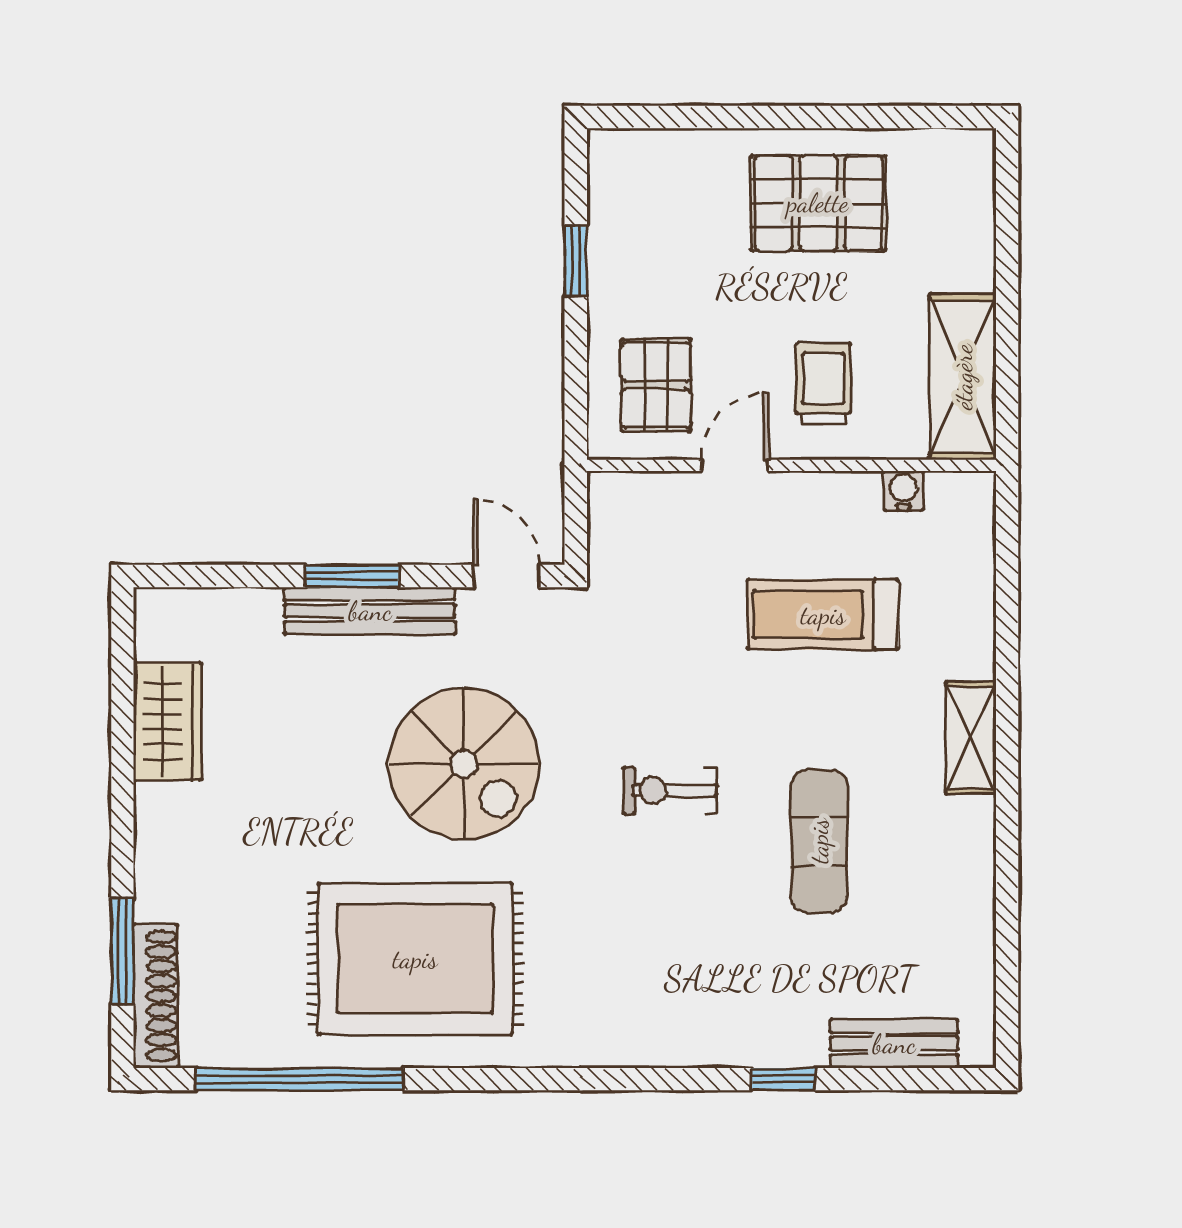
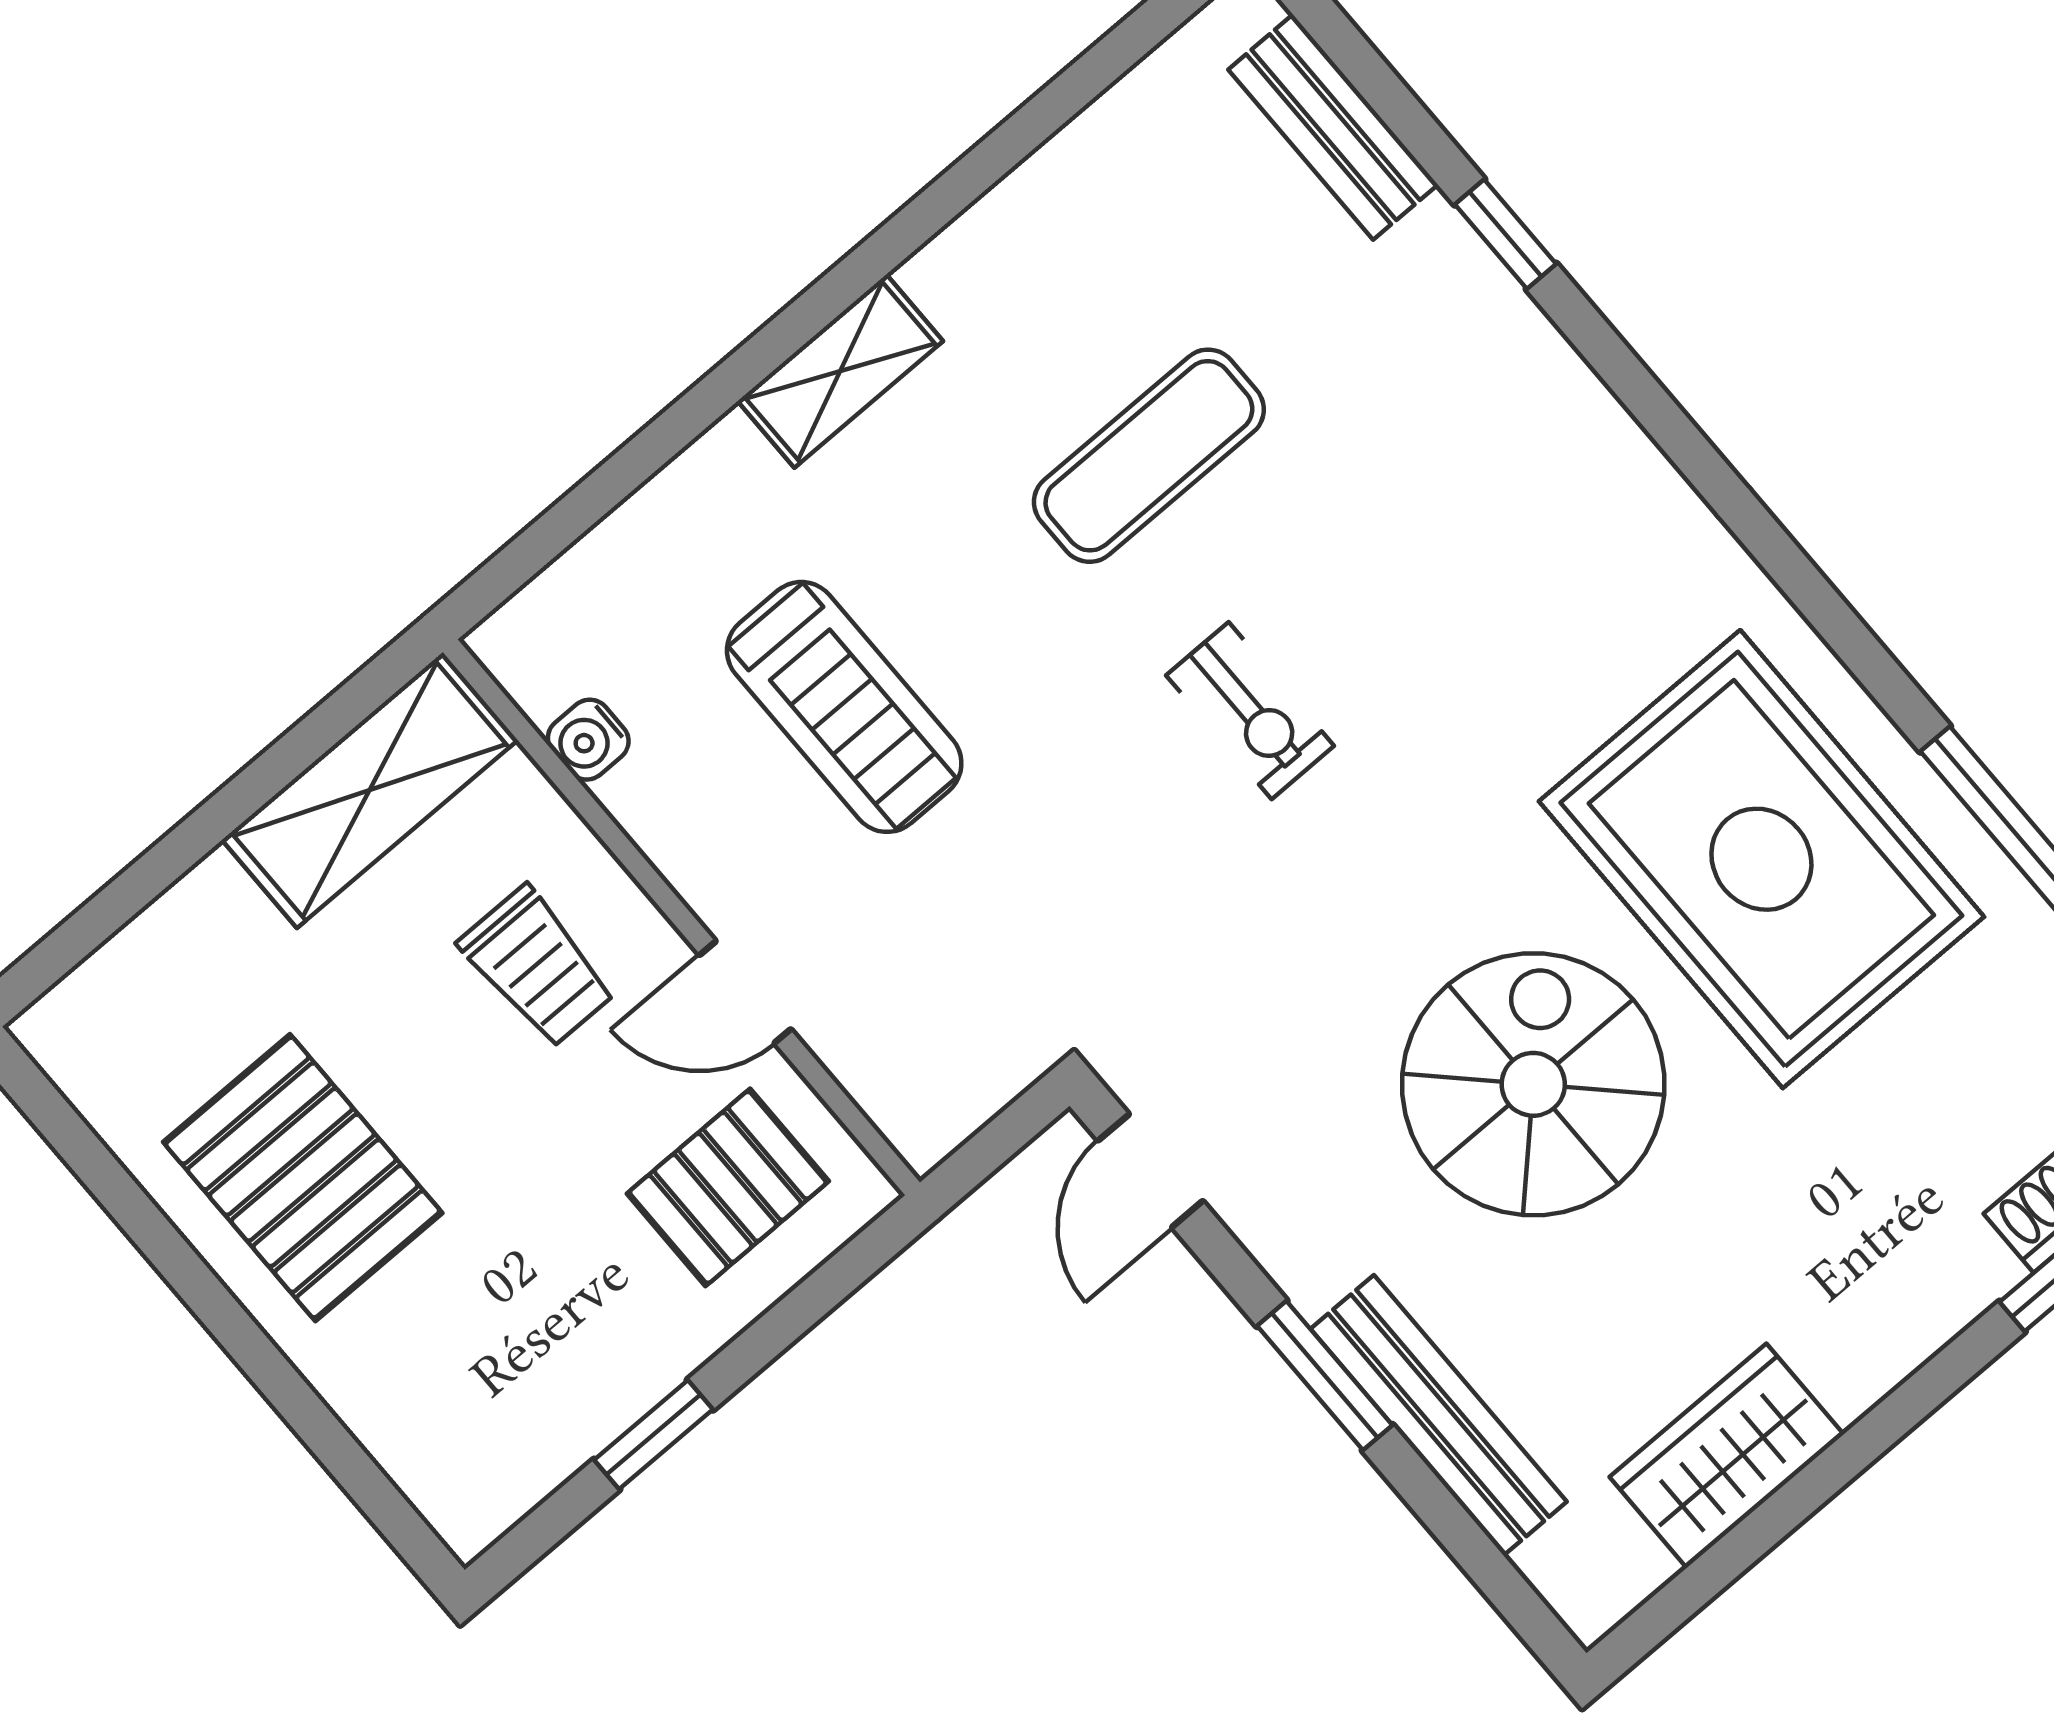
trolley: (823, 384) -> (537, 967), turned -90
bench: (370, 611) -> (1439, 1415), moved
spiral stairs: (464, 764) -> (1533, 1084), moved

